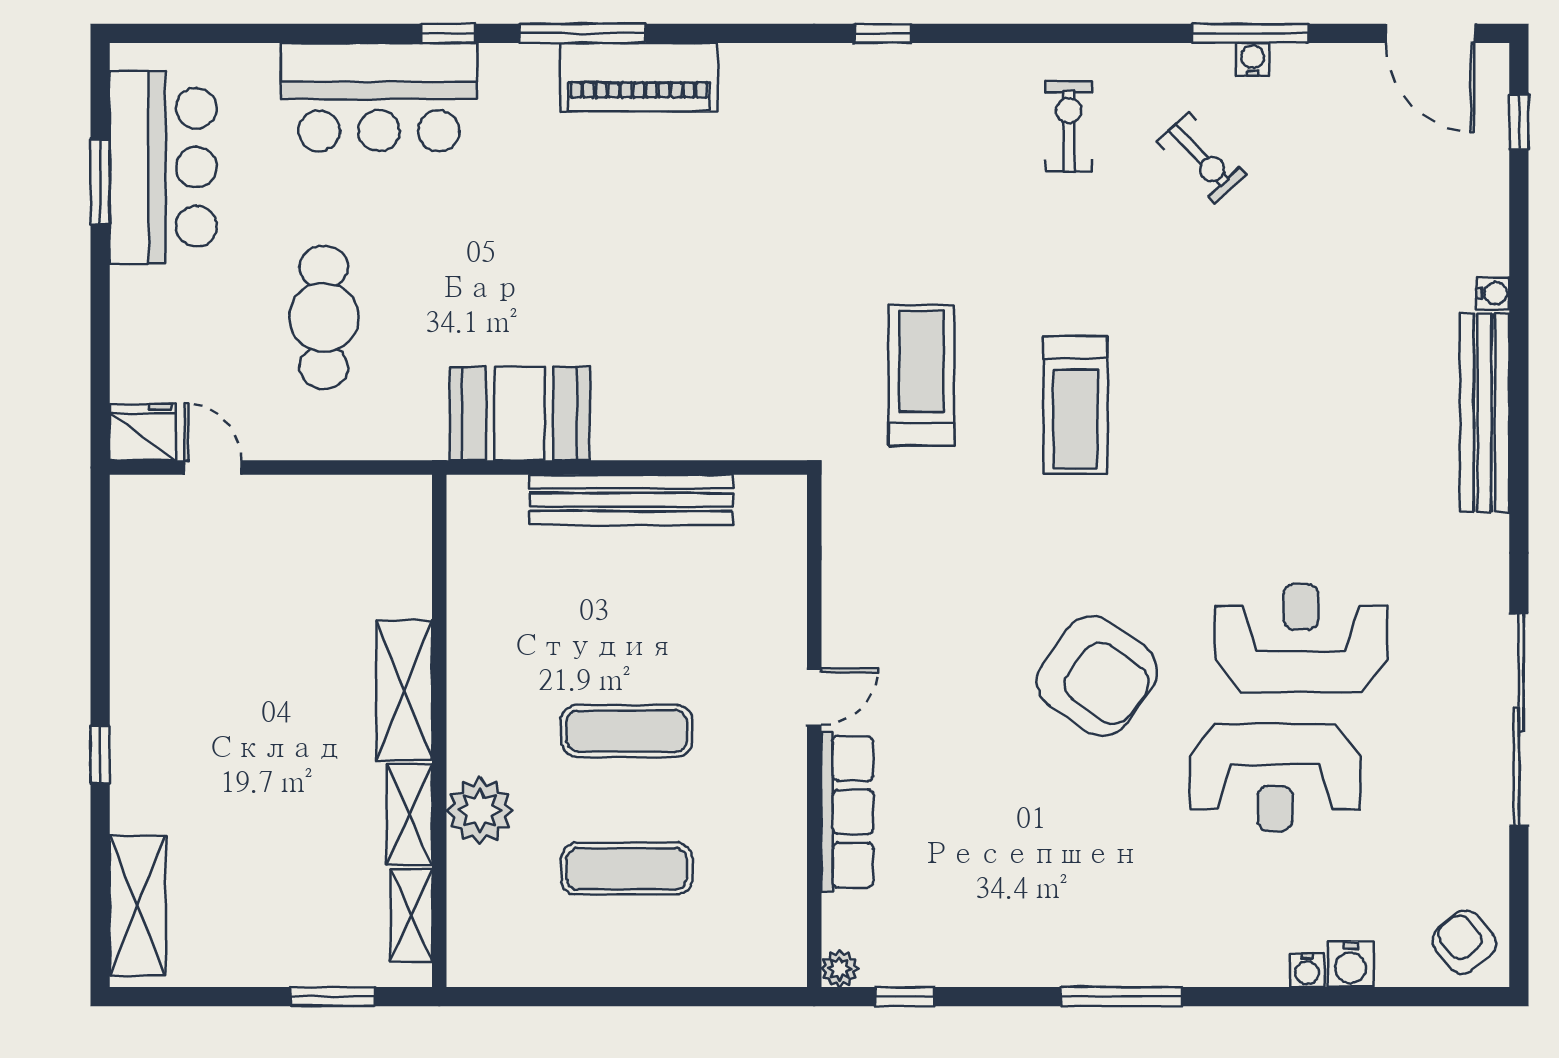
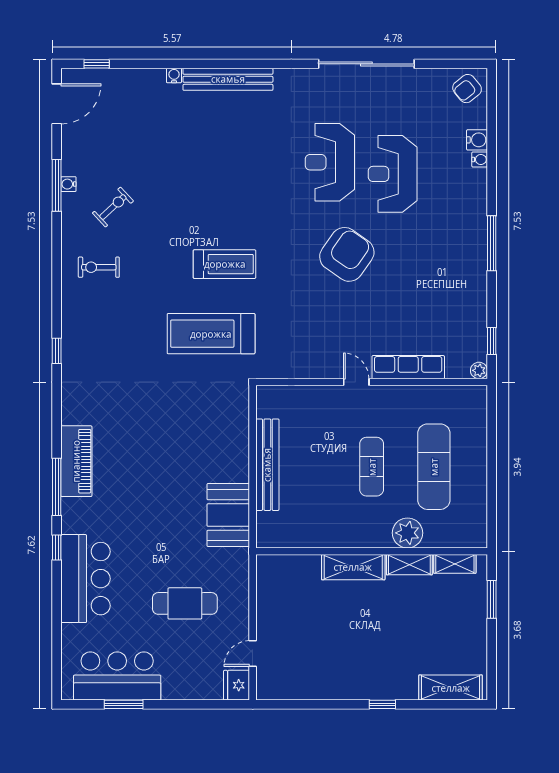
treadmill: (921, 375) -> (211, 334), width x1.37, depth x1.38
reception desk: (1275, 777) -> (393, 174), turned 180
exercise mat: (627, 869) -> (434, 467), width x1.36, depth x1.45

